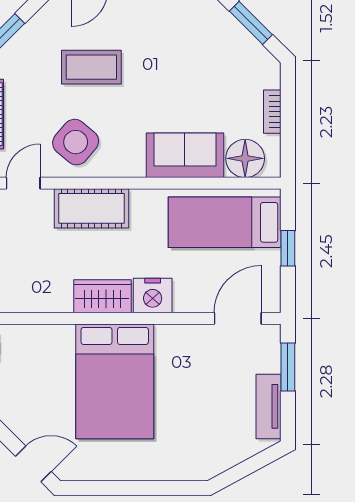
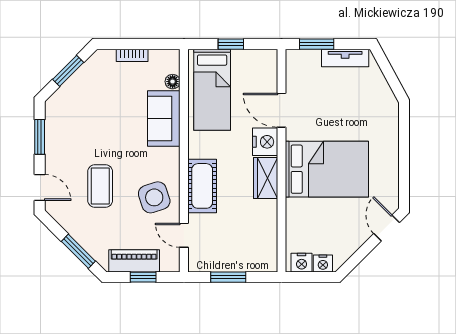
side table: (76, 142) -> (154, 197), turned 32
floor lamp: (245, 158) -> (173, 82), width x0.53, depth x0.53
door: (238, 318) -> (282, 110), moved

